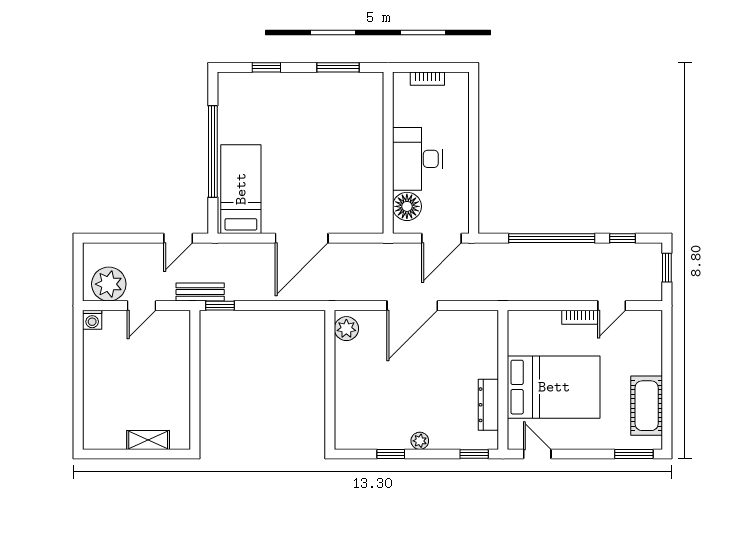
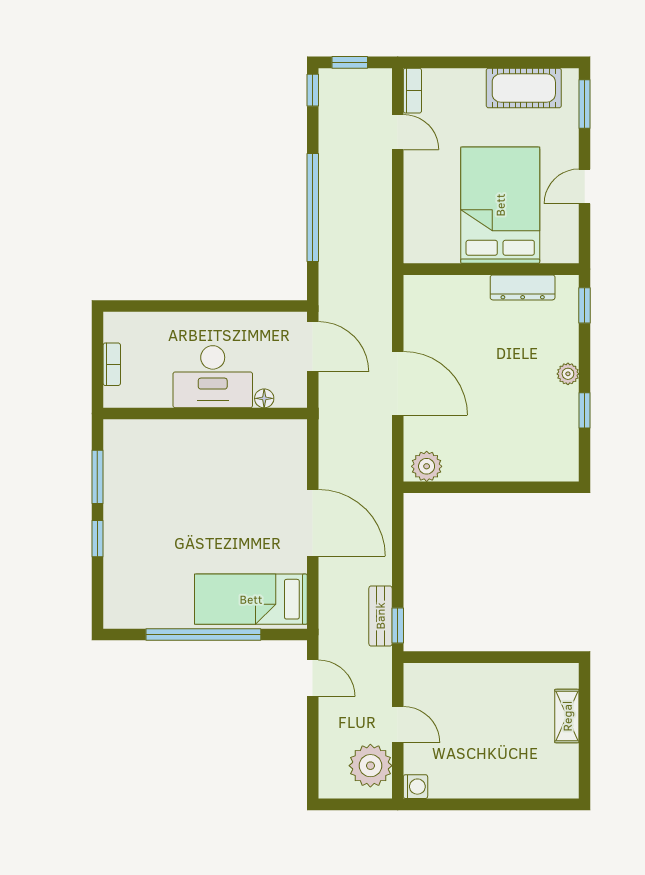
window: (266, 67) -> (97, 539), moved
floor lamp: (407, 206) -> (264, 398), width x0.53, depth x0.53
window: (623, 238) -> (313, 90), moved
bench: (200, 292) -> (380, 616), moved
bookcase: (580, 317) -> (412, 91), moved
door: (537, 454) -> (585, 187), moved

